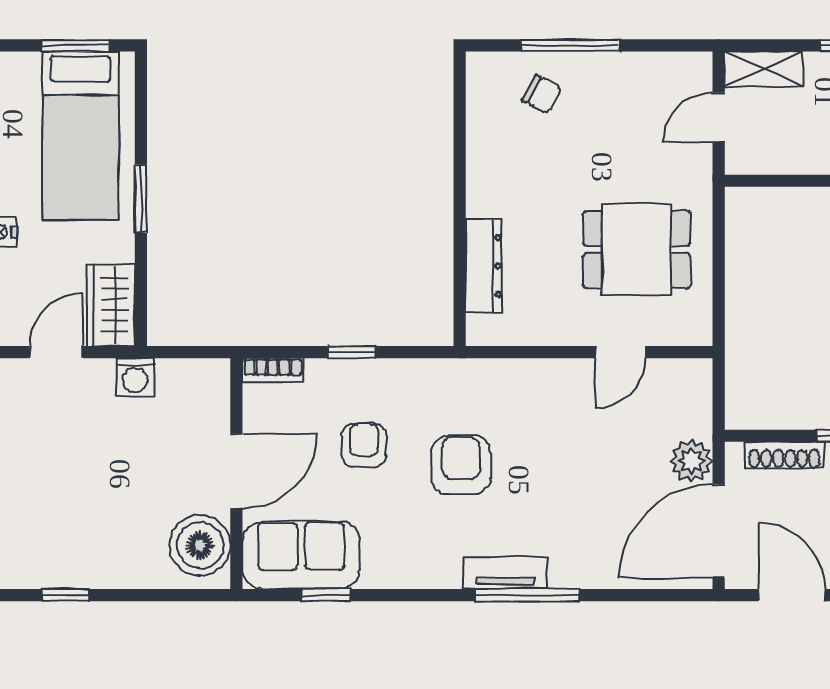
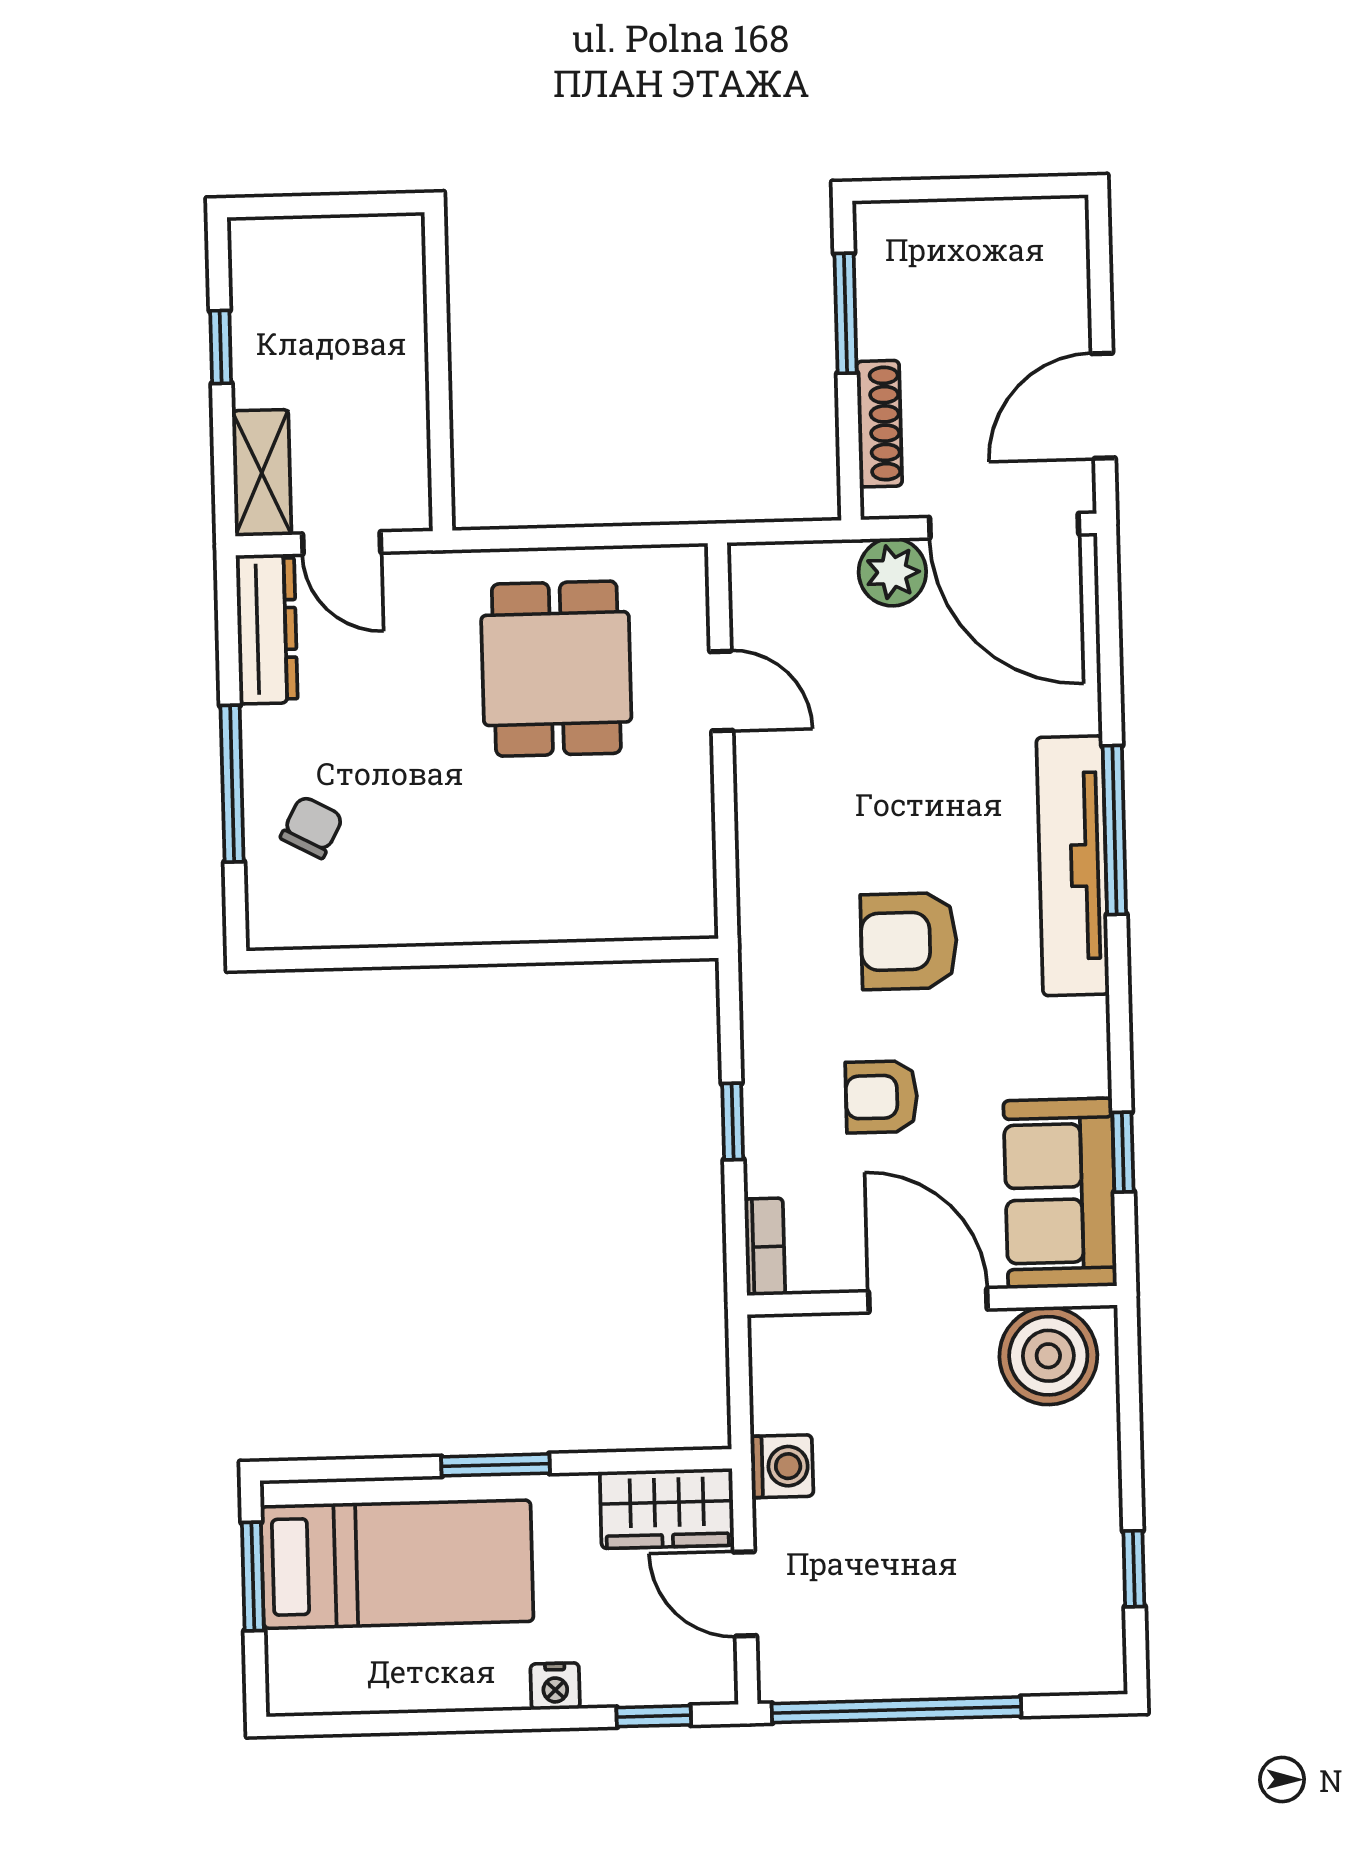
dresser: (484, 266) -> (267, 629), moved, turned 90
tv unit: (505, 573) -> (1073, 866), width x1.92, depth x1.29

